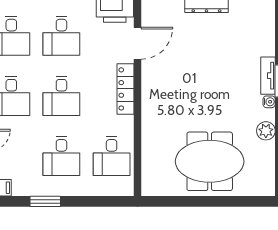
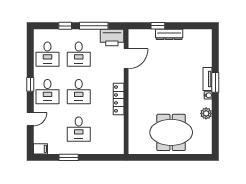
locker: (125, 89) -> (119, 99), moved
desk: (112, 156) -> (110, 129), removed

